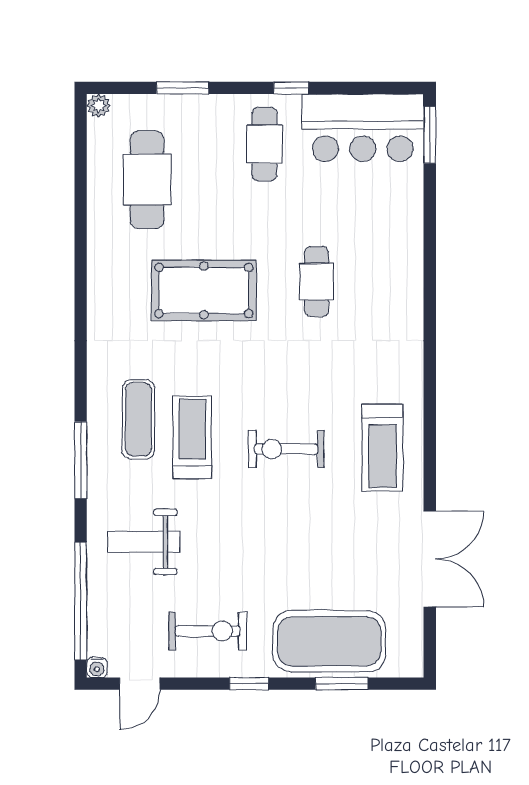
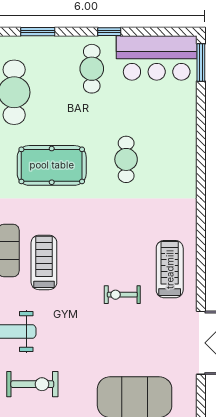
treadmill: (382, 447) -> (170, 269), turned 180
exercise bike: (286, 449) -> (122, 295), moved, width x0.73, depth x0.72
exercise bike: (208, 631) -> (32, 384), moved

